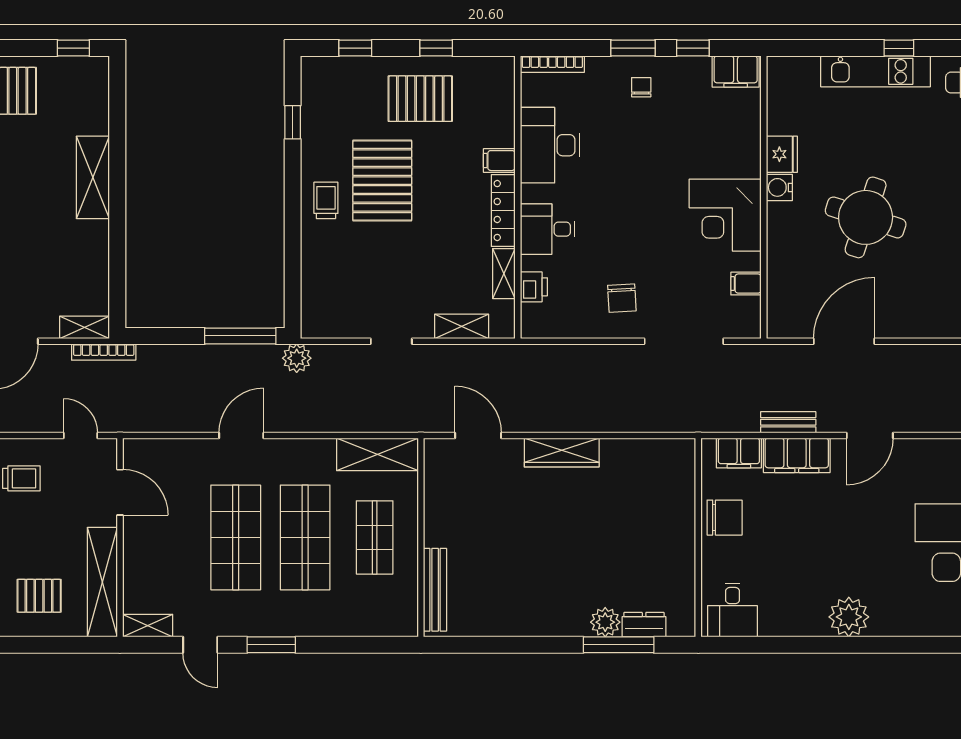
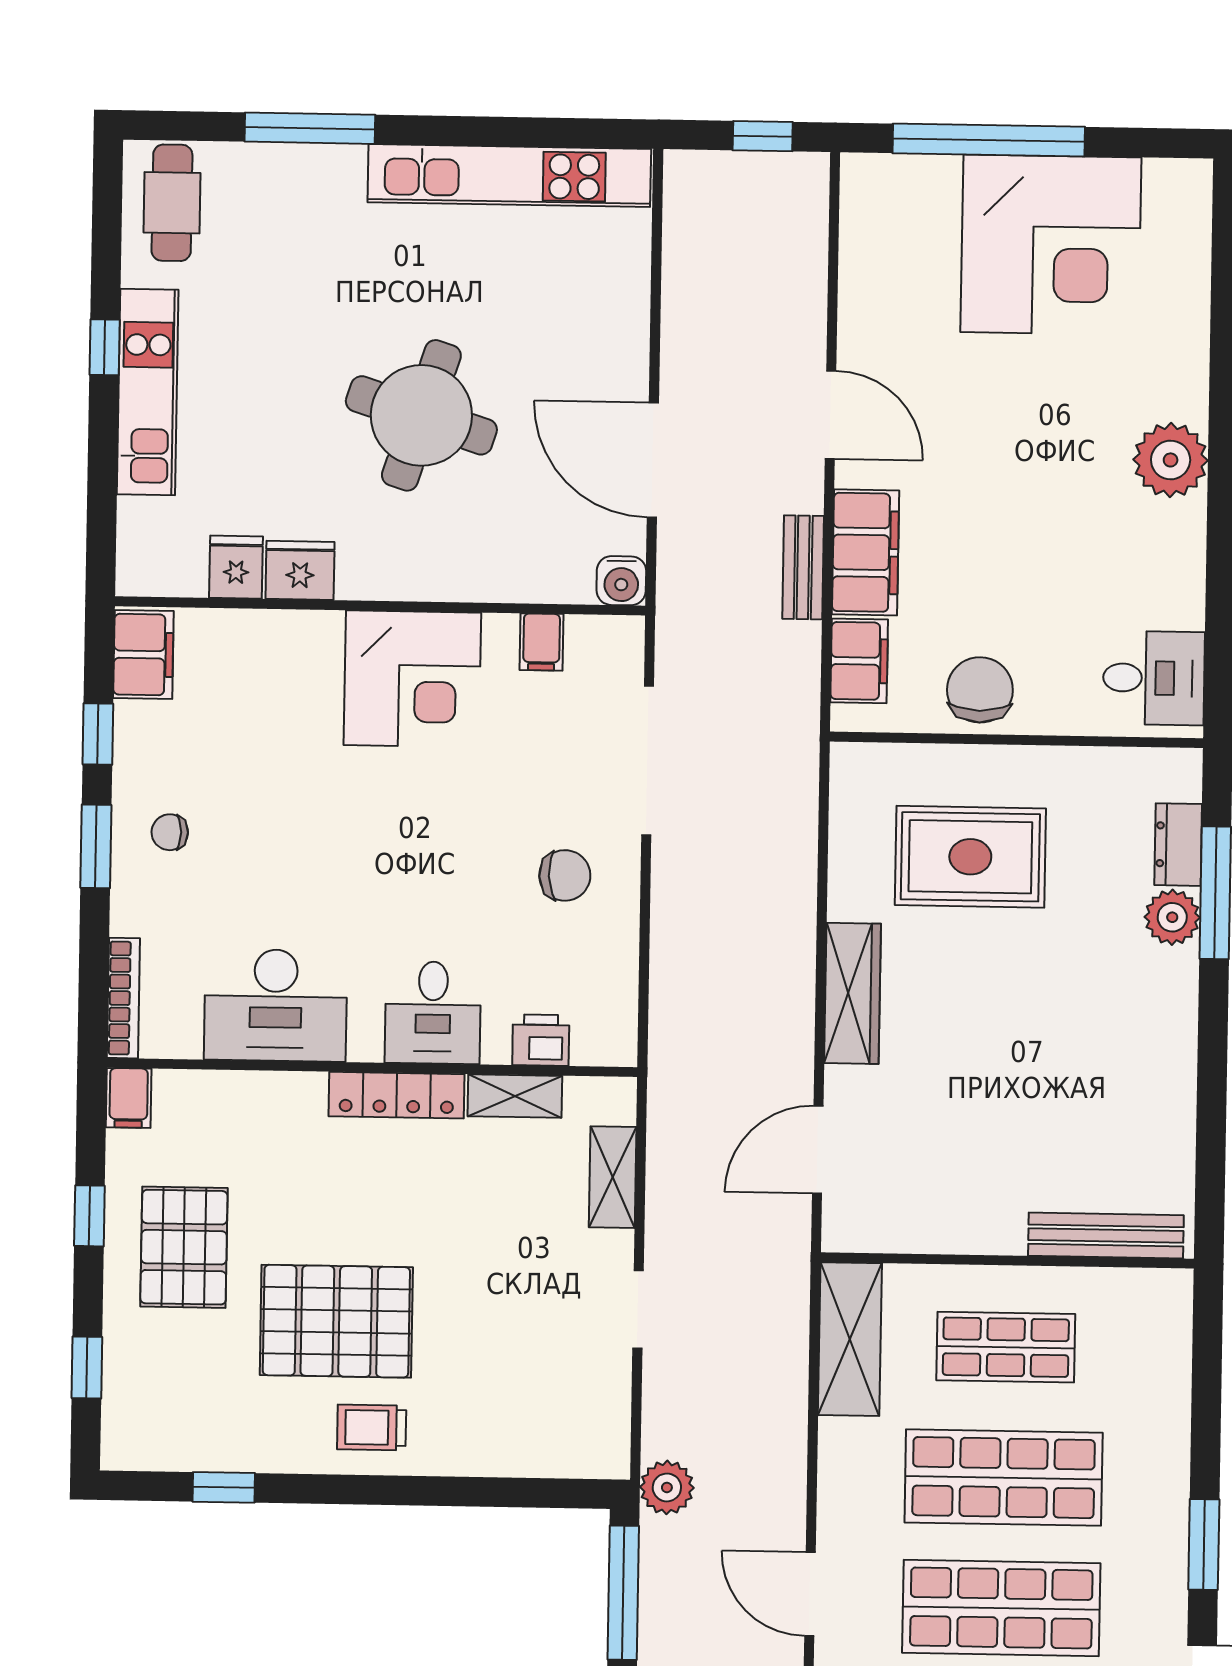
fridge: (783, 120) -> (236, 567), added
filing cabinet: (499, 161) -> (129, 1098), moved
water cooler: (779, 187) -> (621, 581), moved
rug: (636, 514) -> (970, 857), added

